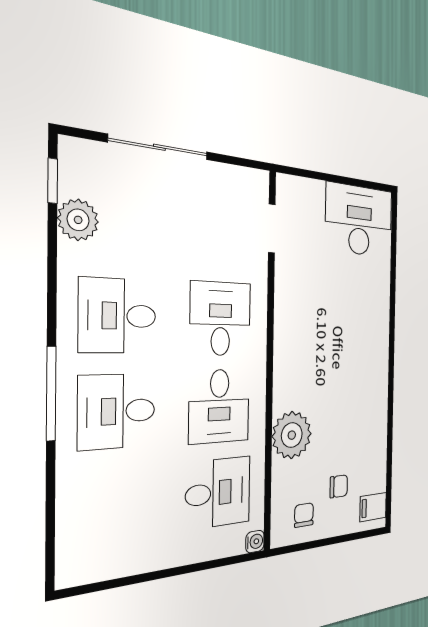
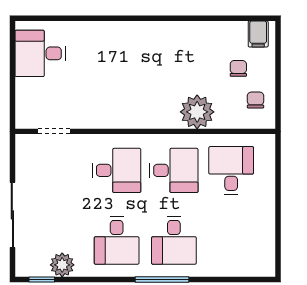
desk: (359, 220) -> (40, 53), width x0.73
desk: (221, 319) -> (117, 170), turned 180
chair: (304, 515) -> (255, 100), turned 90
water cooler: (255, 542) -> (268, 141), removed

